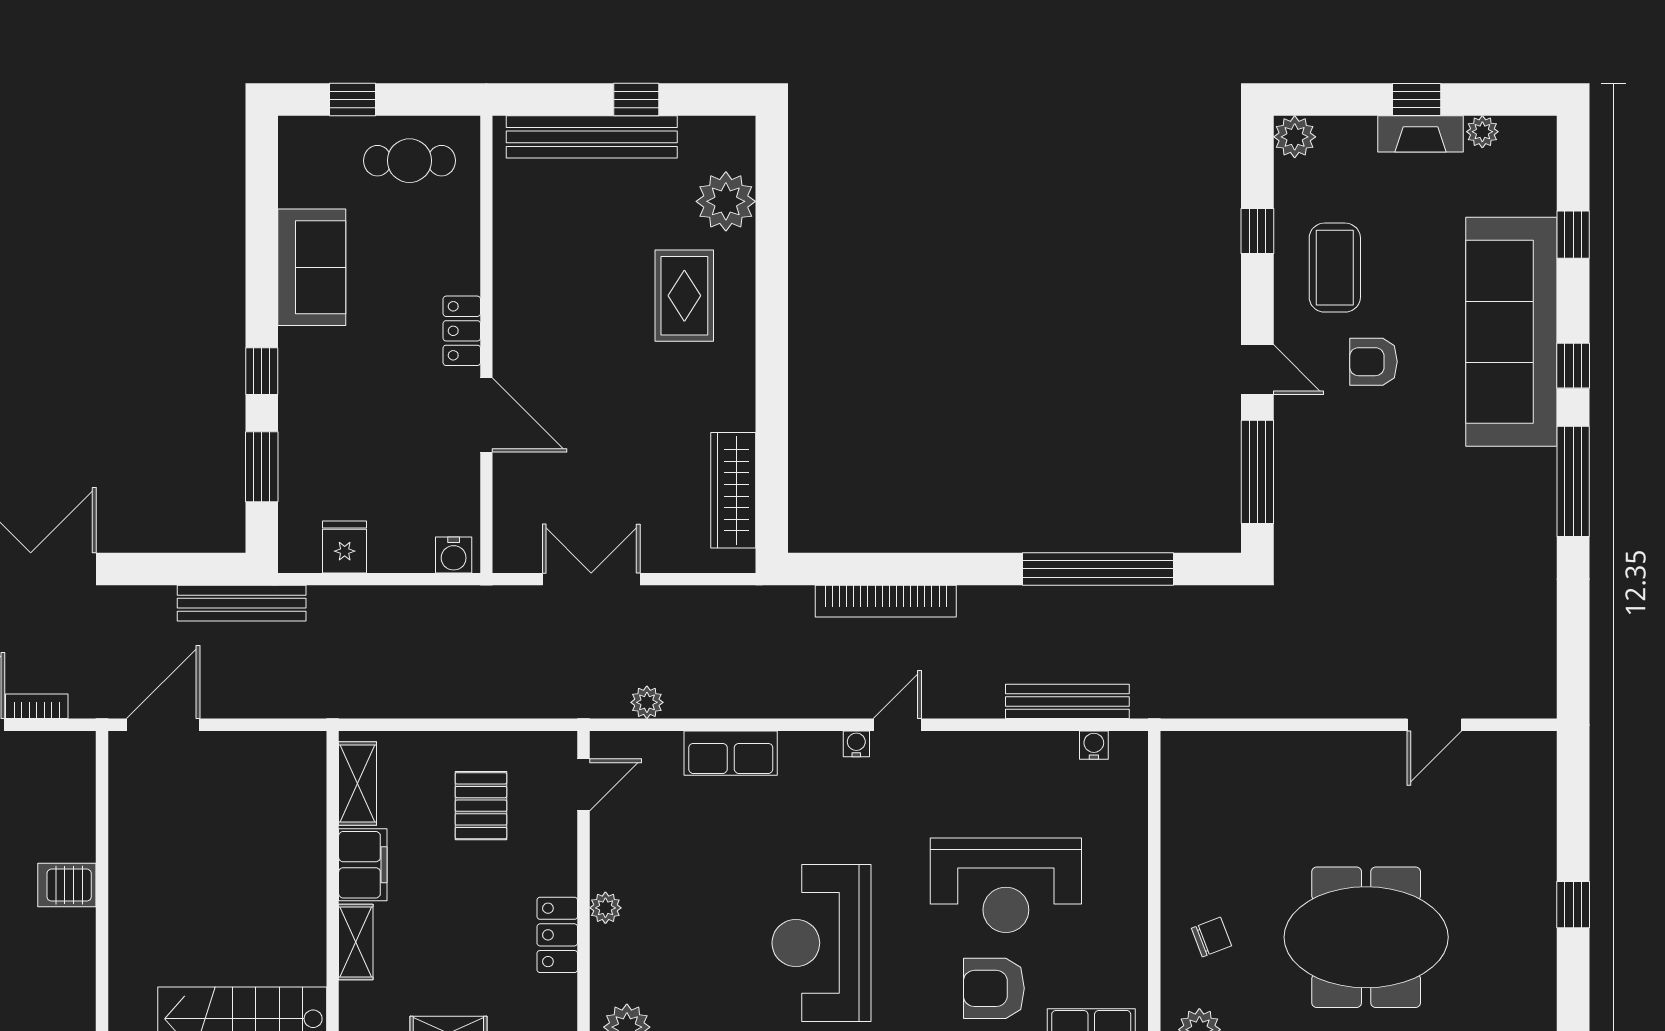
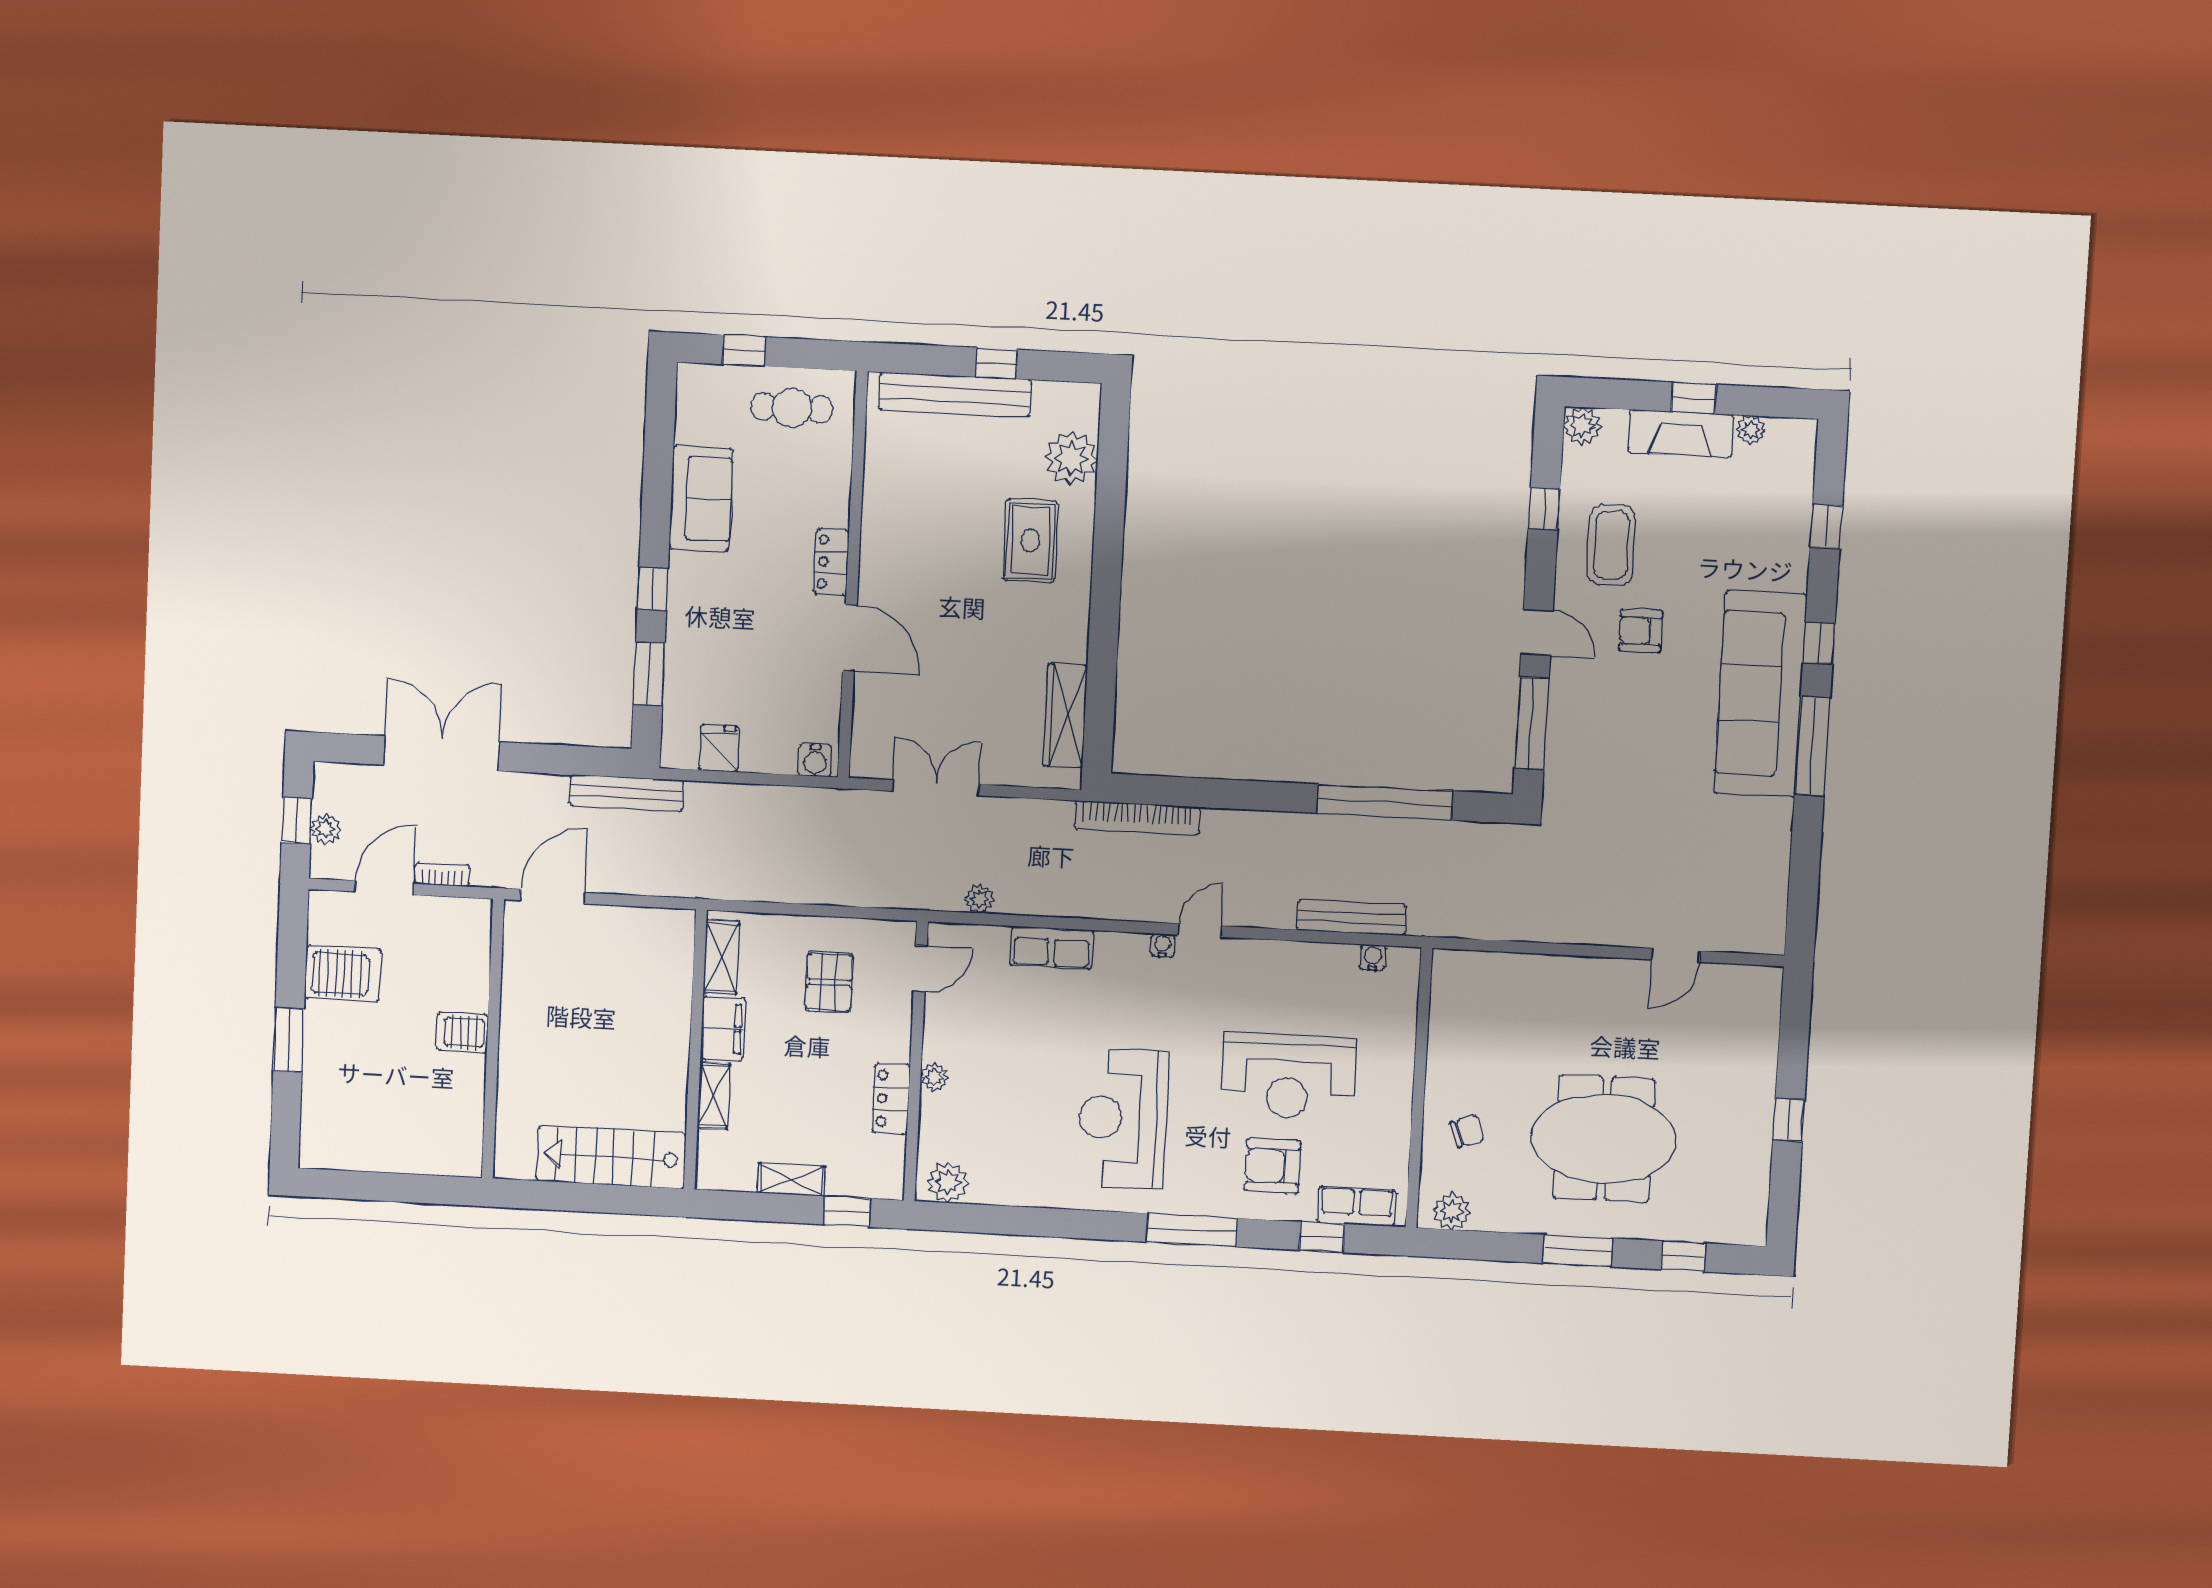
fireplace: (1421, 134) -> (1681, 434), width x1.37, depth x1.32
sofa: (1511, 332) -> (1760, 694), moved
bookcase: (886, 601) -> (1137, 818), moved

